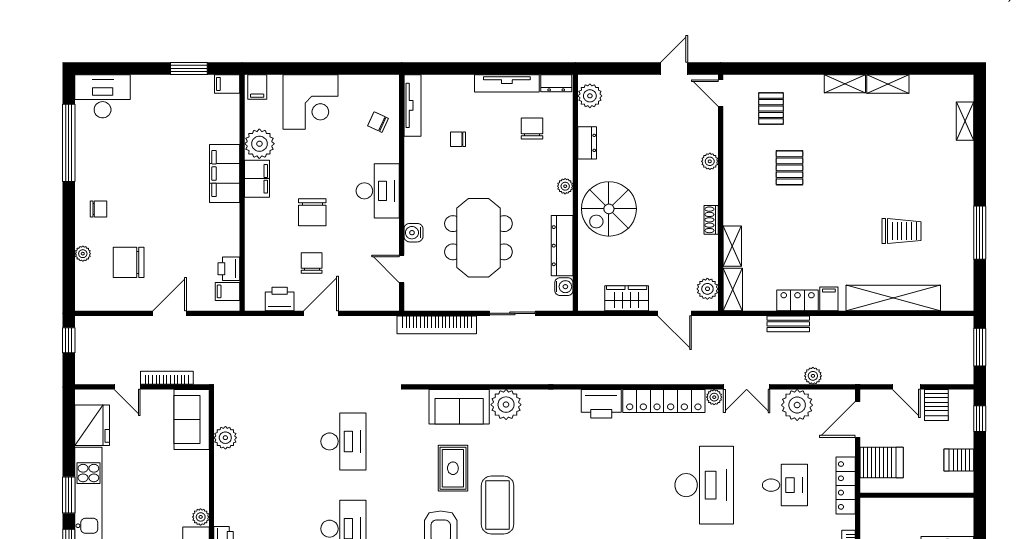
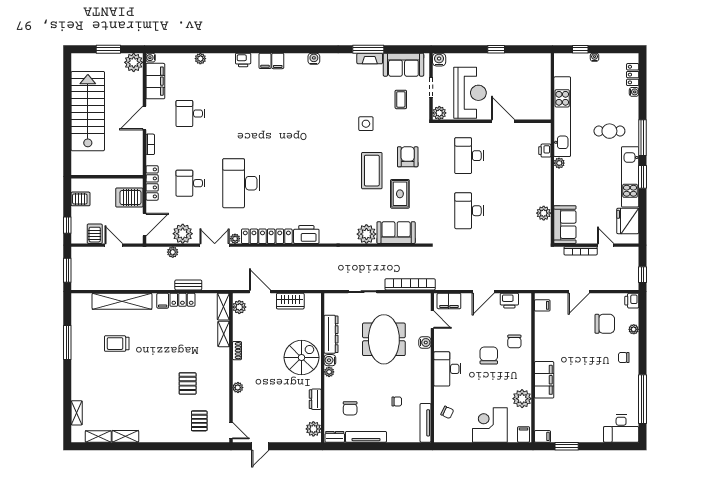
shelving: (845, 84) -> (98, 437), moved
filing cabinet: (257, 179) -> (449, 301), moved, turned -90
chair: (312, 263) -> (514, 341), moved
printer: (229, 269) -> (632, 301), moved, turned 180
water cooler: (564, 287) -> (330, 360), moved

